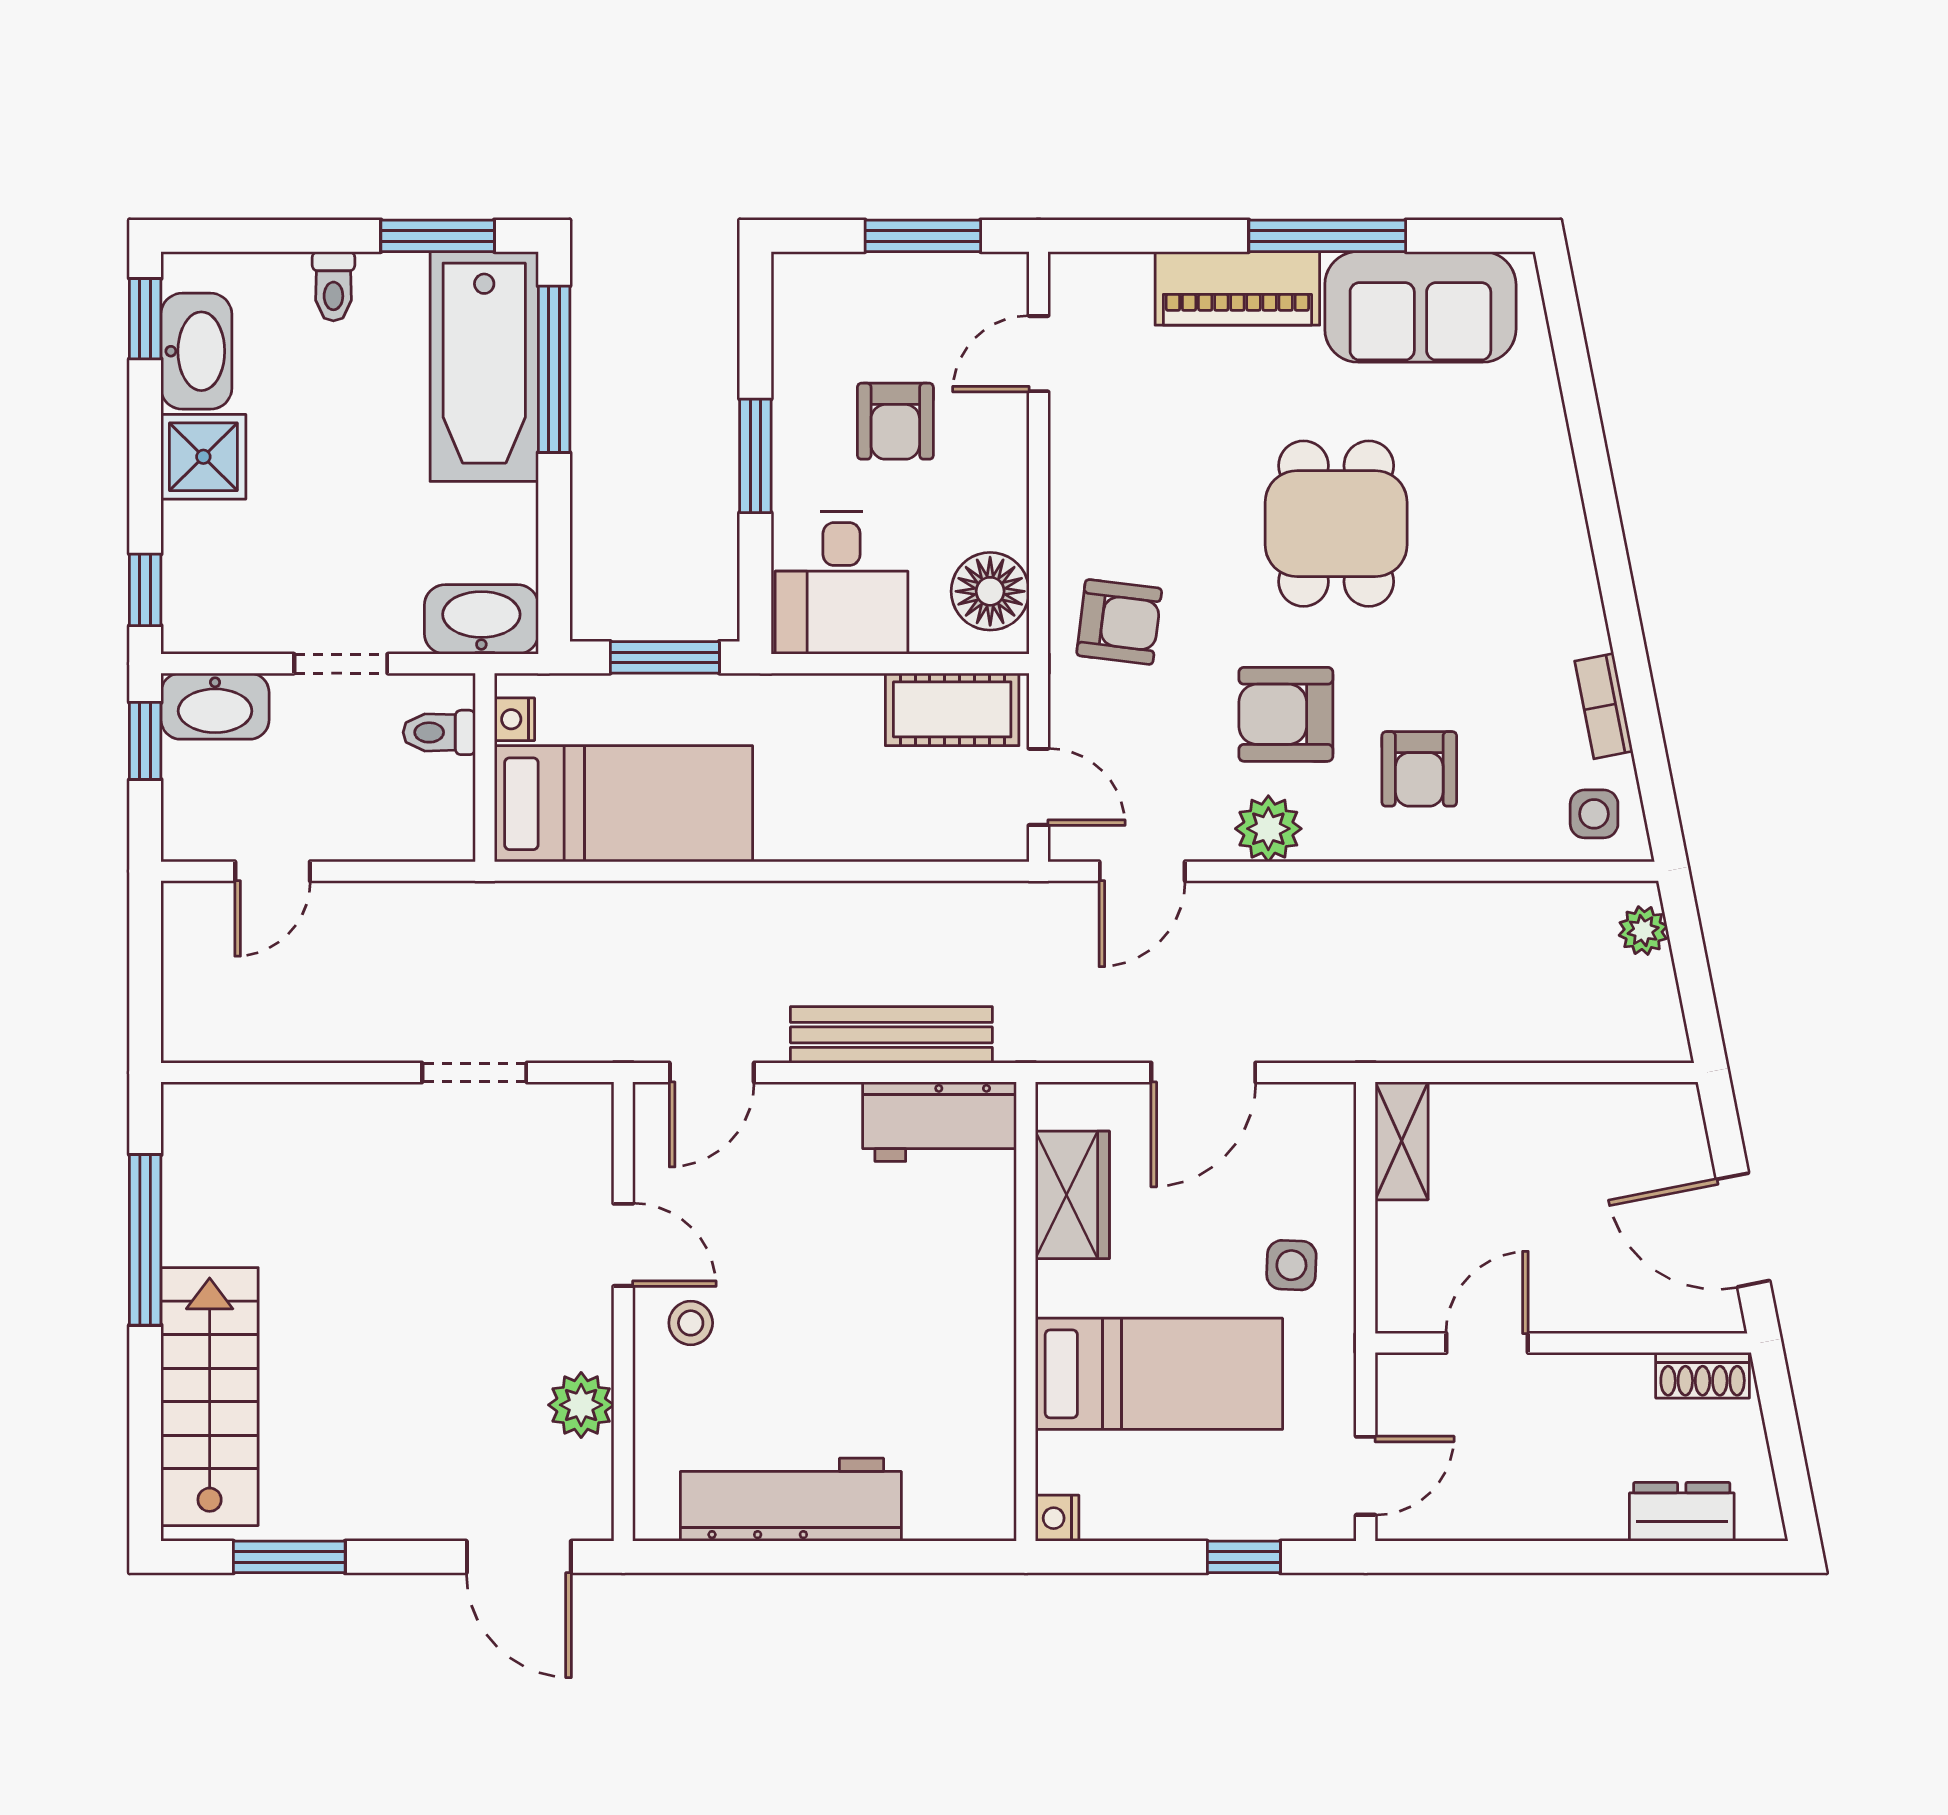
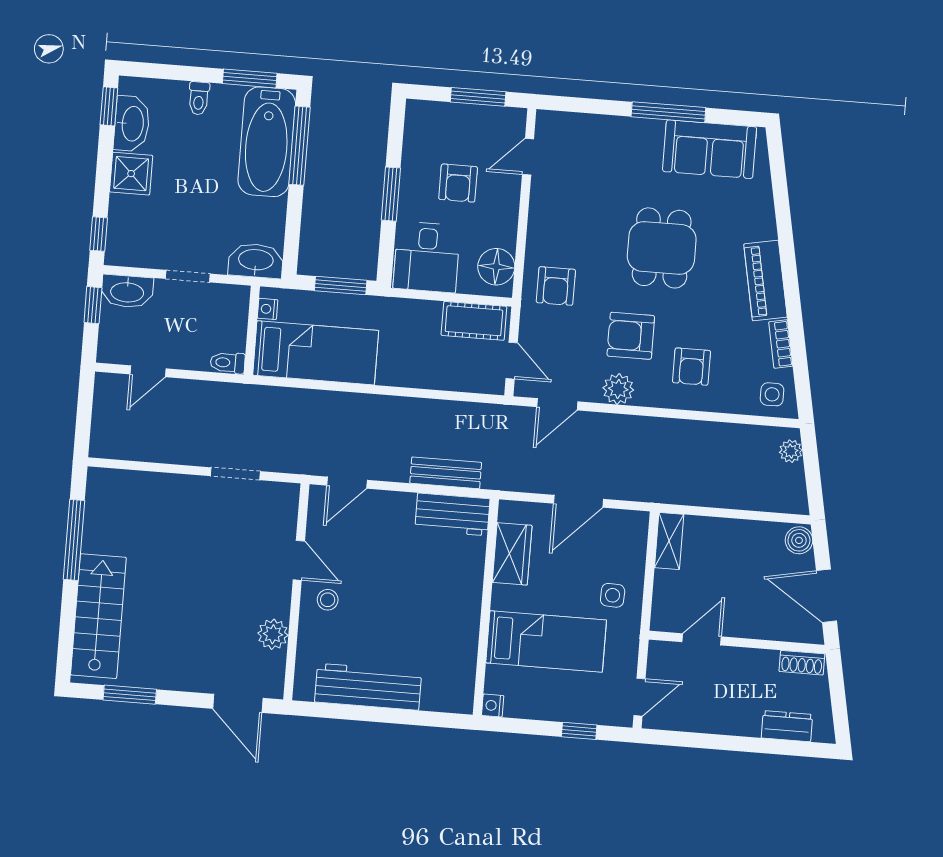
piano: (1237, 288) -> (765, 281), moved, turned 79
armchair: (1119, 622) -> (556, 286), turned 83
toilet: (439, 732) -> (228, 363), moved
bench: (891, 1035) -> (446, 473), width x0.73
boiler: (1676, 1117) -> (799, 540), added

